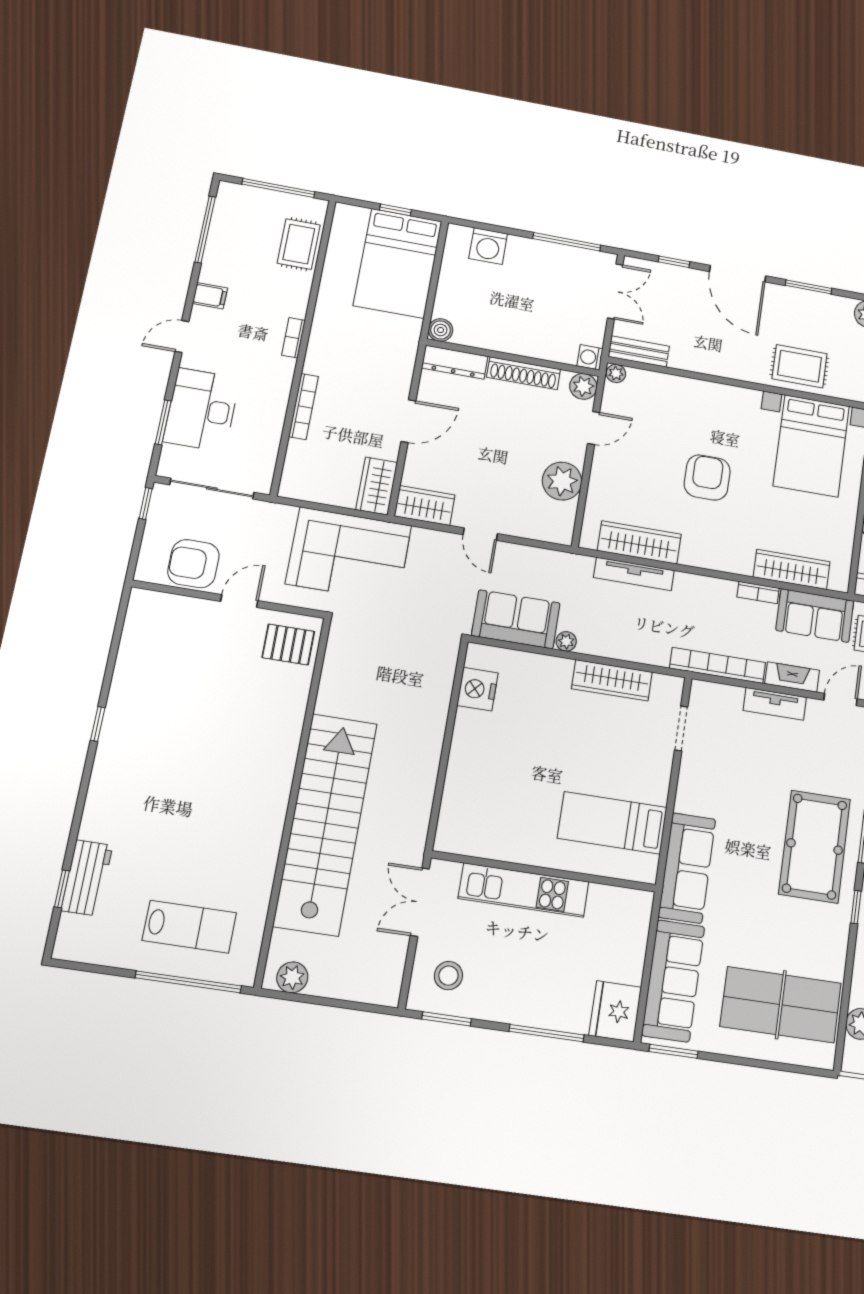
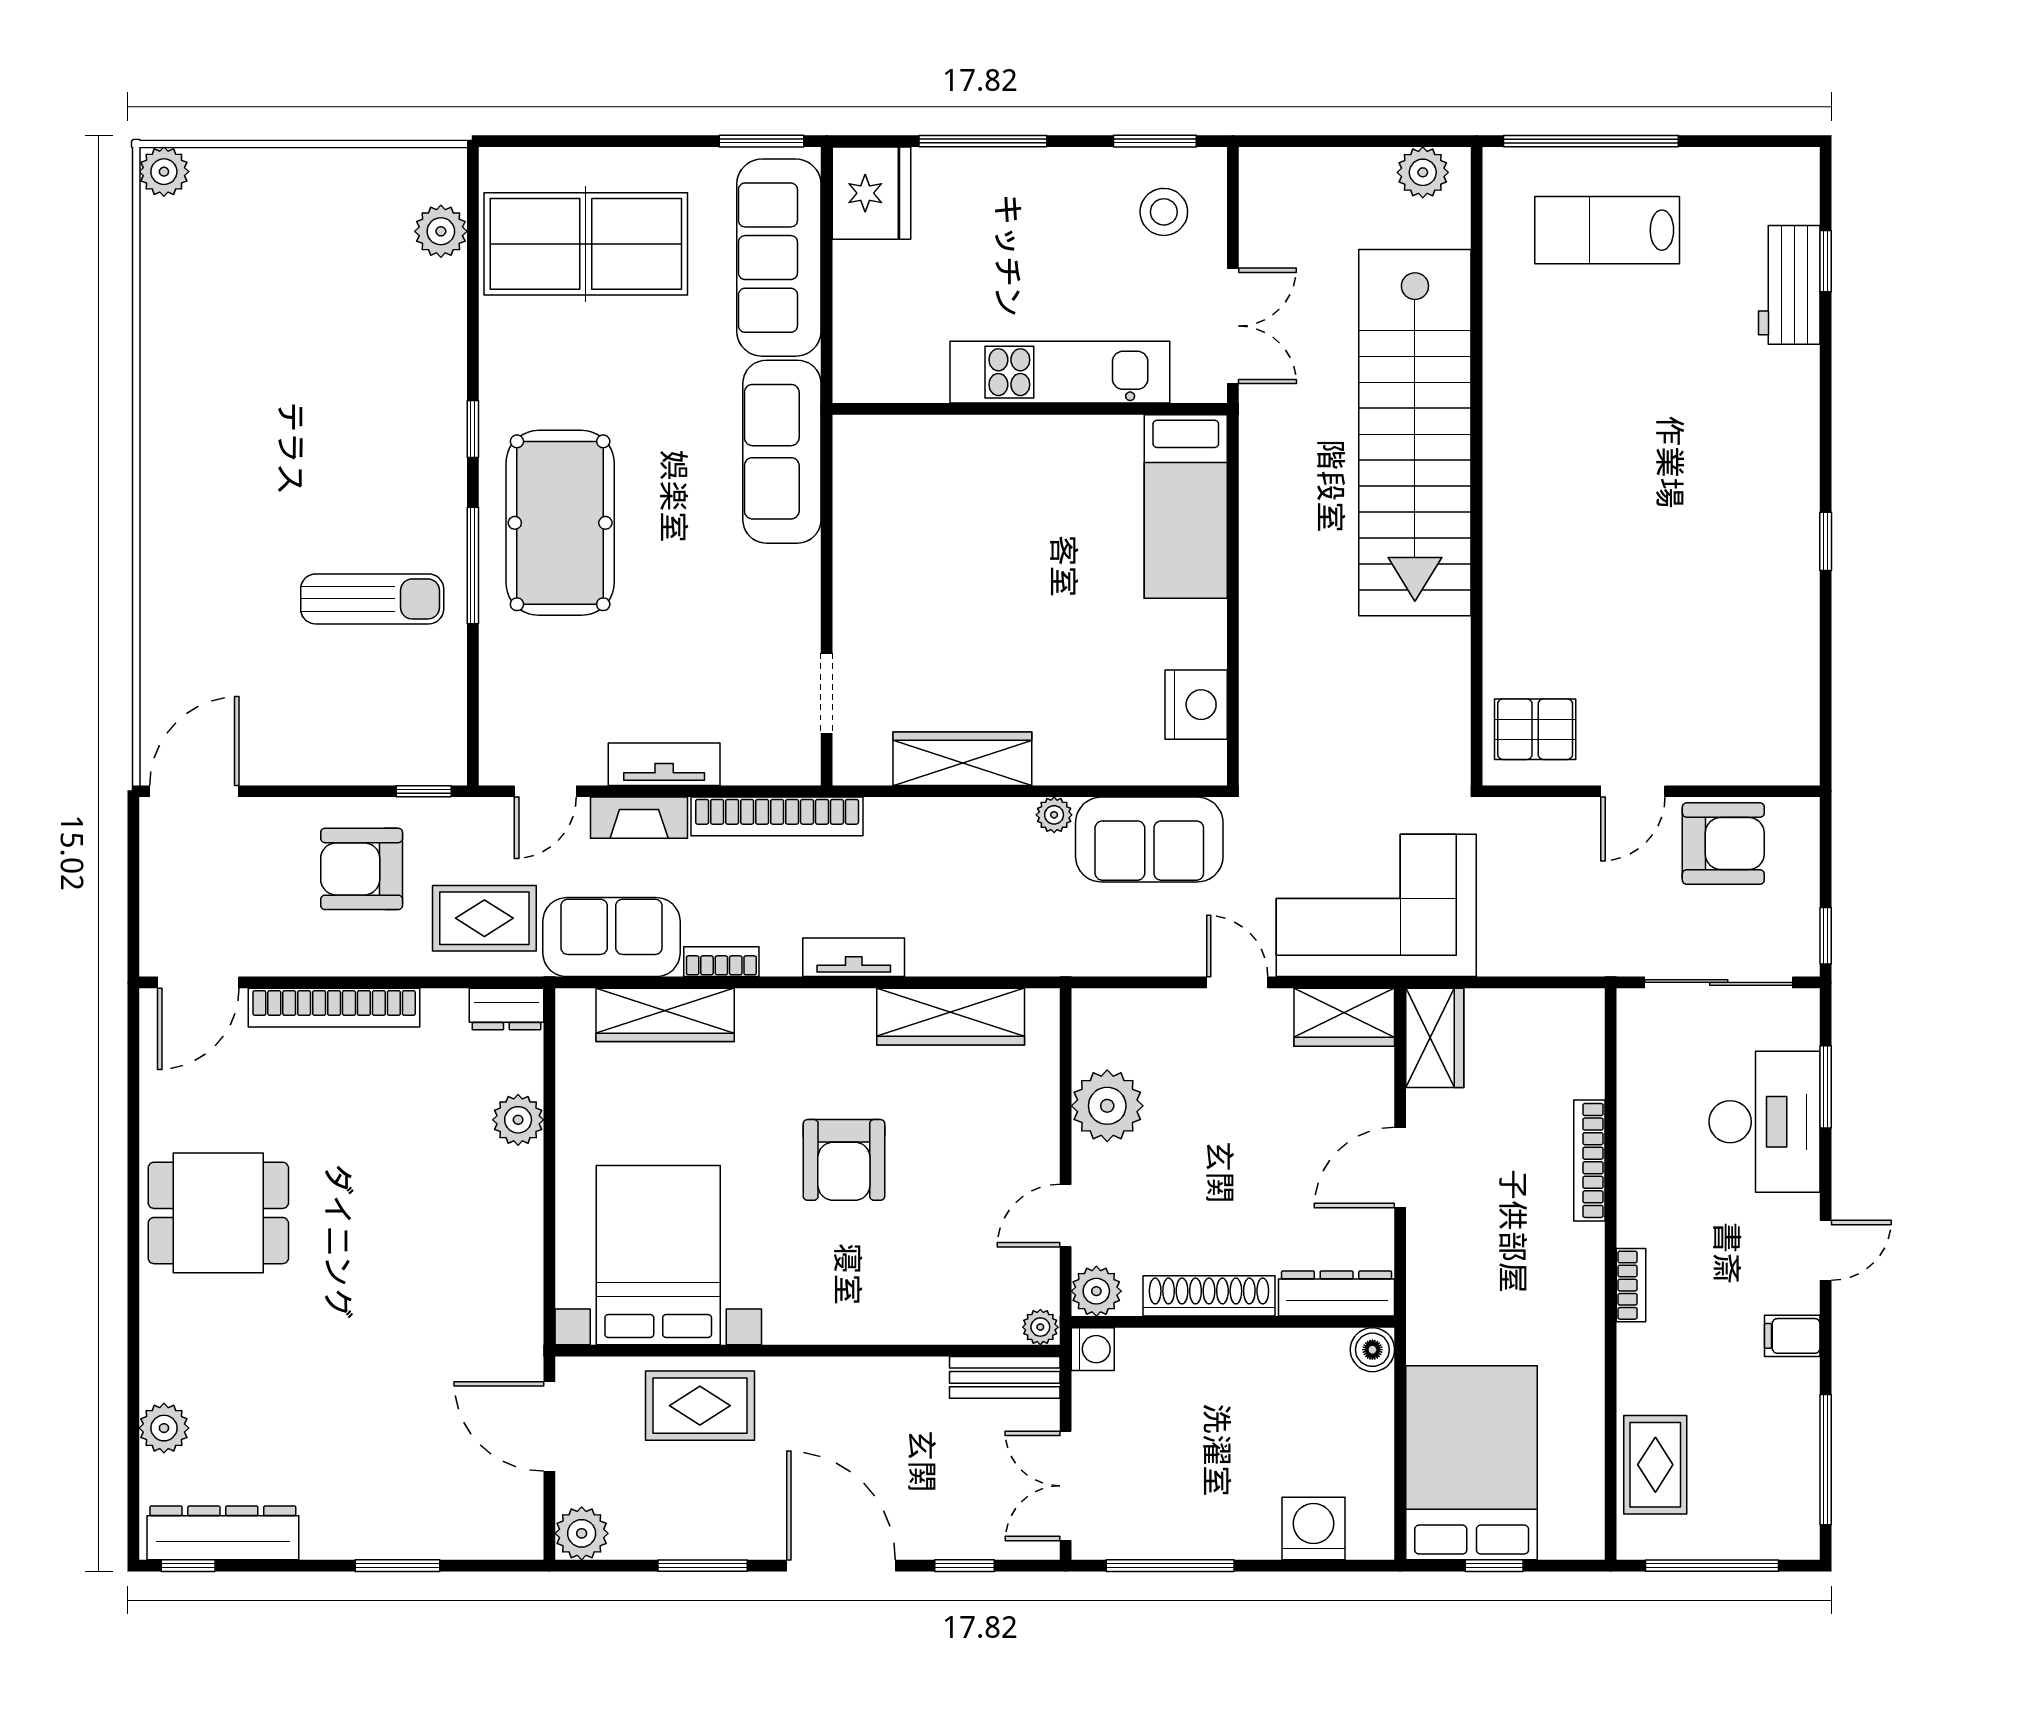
corner sofa: (349, 555) -> (1376, 905), moved
tv unit: (634, 574) -> (854, 957), moved, width x0.71
bed: (612, 823) -> (1186, 506), moved, turned 90

